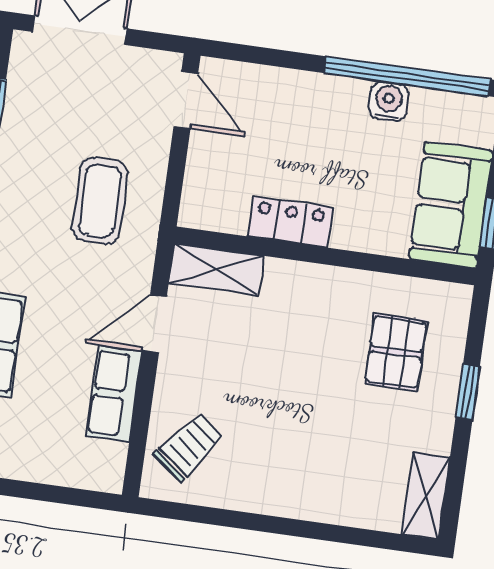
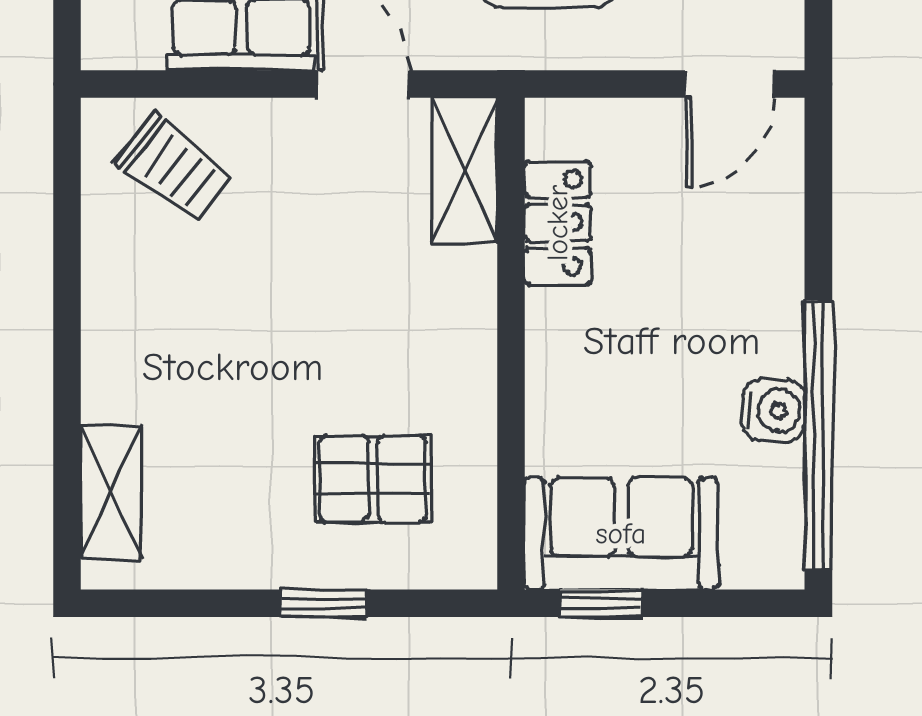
locker: (290, 222) -> (558, 223), moved
shelving: (426, 496) -> (111, 493), moved, turned 90

